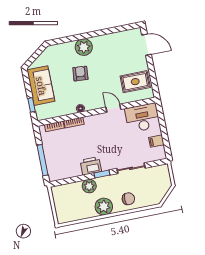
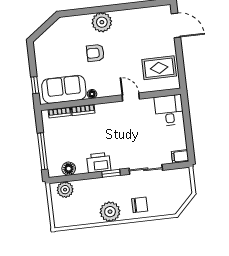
armchair: (80, 74) -> (95, 53), turned -95
sofa: (41, 86) -> (64, 89), moved, turned -90
desk: (142, 118) -> (169, 110), width x0.73
filing cabinet: (156, 141) -> (180, 156), moved
floor lamp: (66, 173) -> (69, 169), added
plant: (89, 186) -> (65, 190), moved

